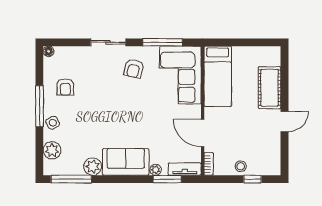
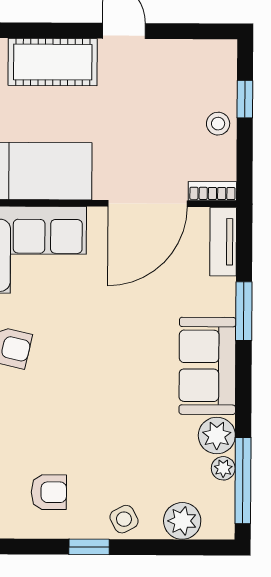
window: (39, 106) -> (89, 547), width x0.46
door: (203, 133) -> (147, 204), width x1.36
plant: (156, 170) -> (223, 468), moved
window: (167, 179) -> (244, 311), moved

